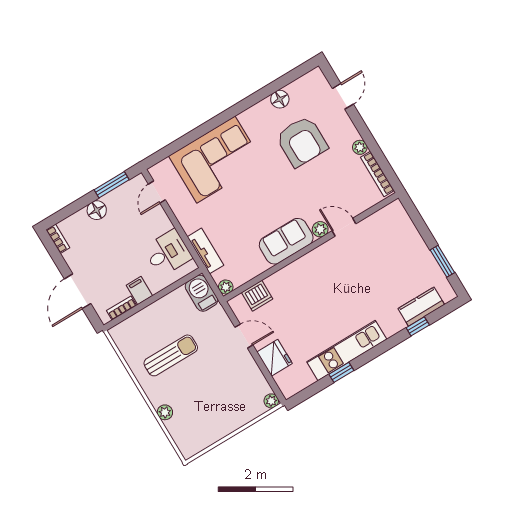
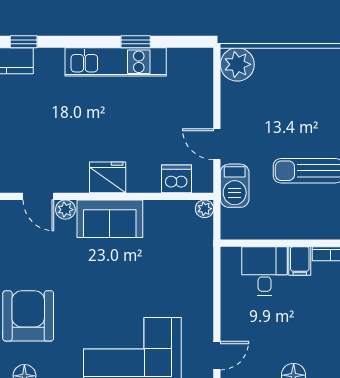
tv unit: (205, 251) -> (203, 261), removed
desk: (168, 253) -> (265, 271), moved, turned 90
barbecue: (201, 293) -> (235, 186), moved
fridge: (275, 358) -> (108, 177), moved, turned 90
plant: (271, 401) -> (237, 64), width x1.87, depth x1.87

